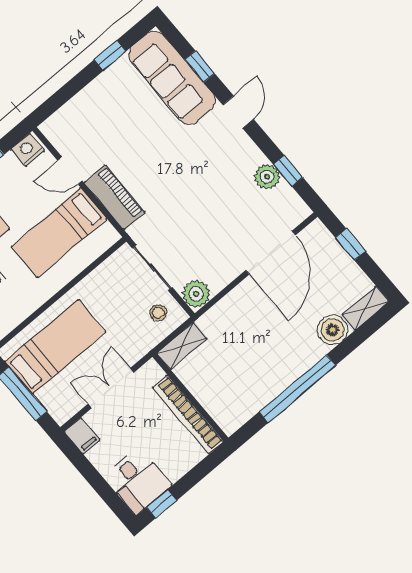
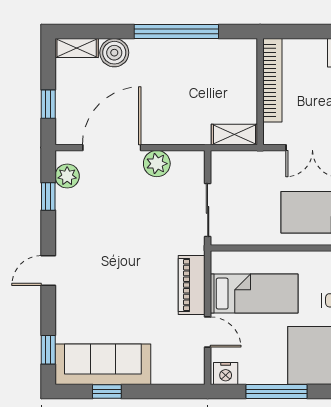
window: (200, 67) -> (48, 350), moved
sofa: (172, 78) -> (103, 364), moved, turned -90
plant: (267, 177) -> (67, 176), moved
plant: (196, 294) -> (157, 164), moved
stool: (158, 313) -> (231, 173), removed

